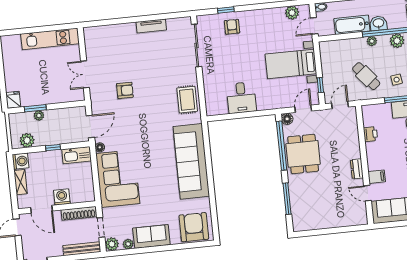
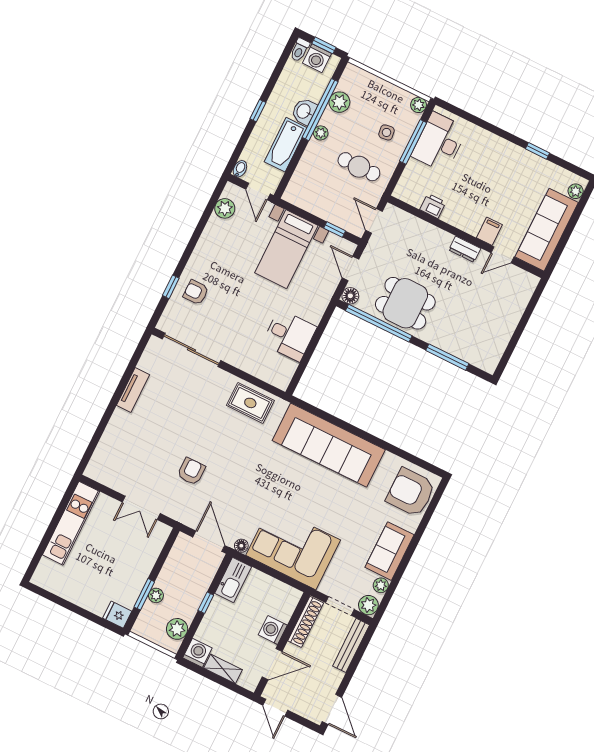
cafe table: (366, 76) -> (359, 167), turned 39

